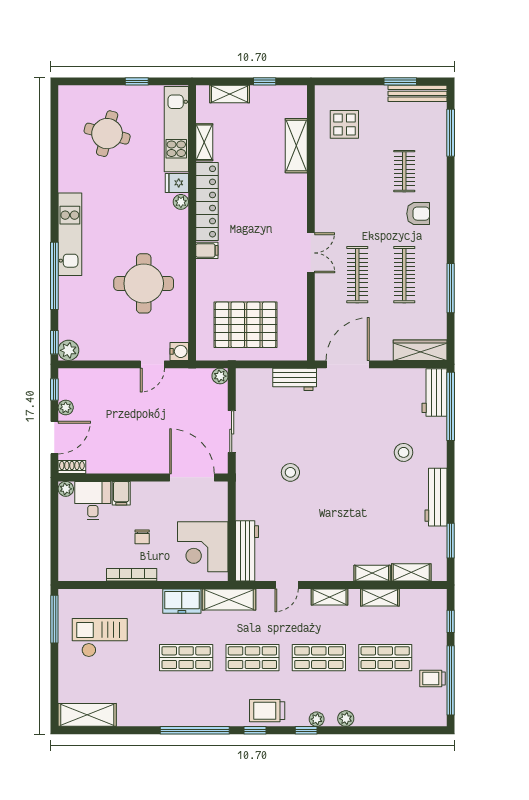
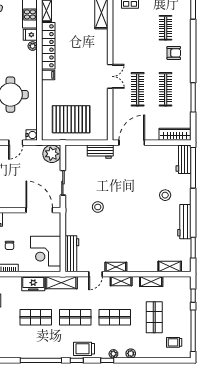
plant: (220, 376) -> (52, 154), width x1.88, depth x1.88
shelving: (372, 573) -> (116, 267), moved
shop shelf: (385, 658) -> (154, 317), turned 90
trolley: (432, 678) -> (174, 342), moved

